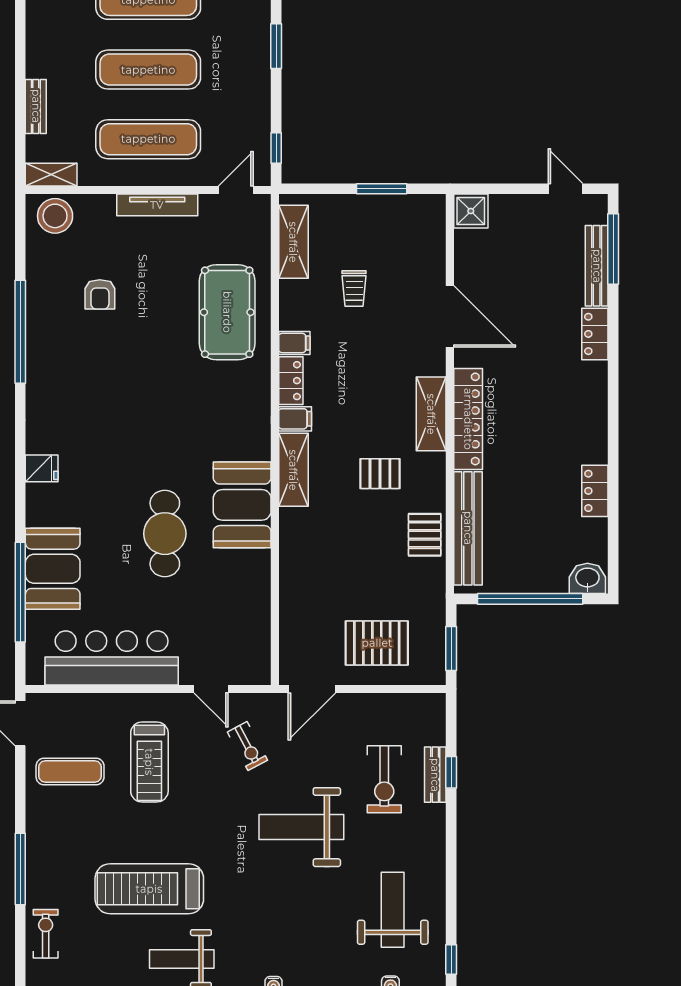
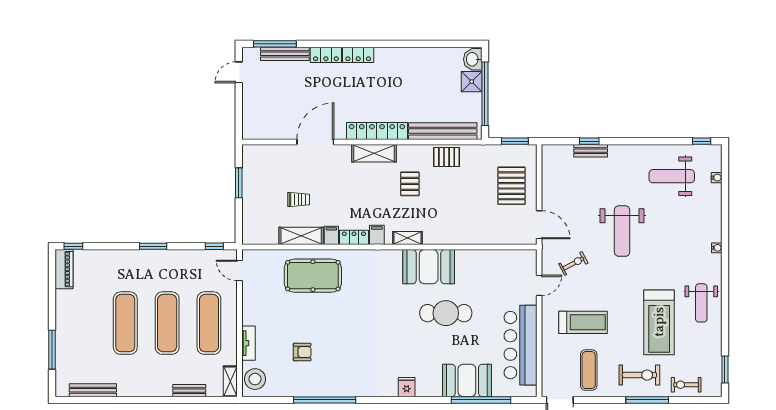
tv unit: (157, 205) -> (248, 343), moved, width x0.71
shower: (471, 211) -> (472, 82), moved
shelving: (293, 242) -> (301, 236), moved
shelving: (293, 470) -> (407, 238), width x0.67, depth x0.75
locker: (595, 491) -> (358, 55), moved
exercise bike: (384, 779) -> (639, 375), moved

